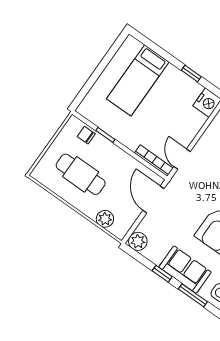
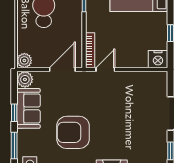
plant: (105, 219) -> (24, 60), moved
sofa: (185, 270) -> (29, 108), moved

